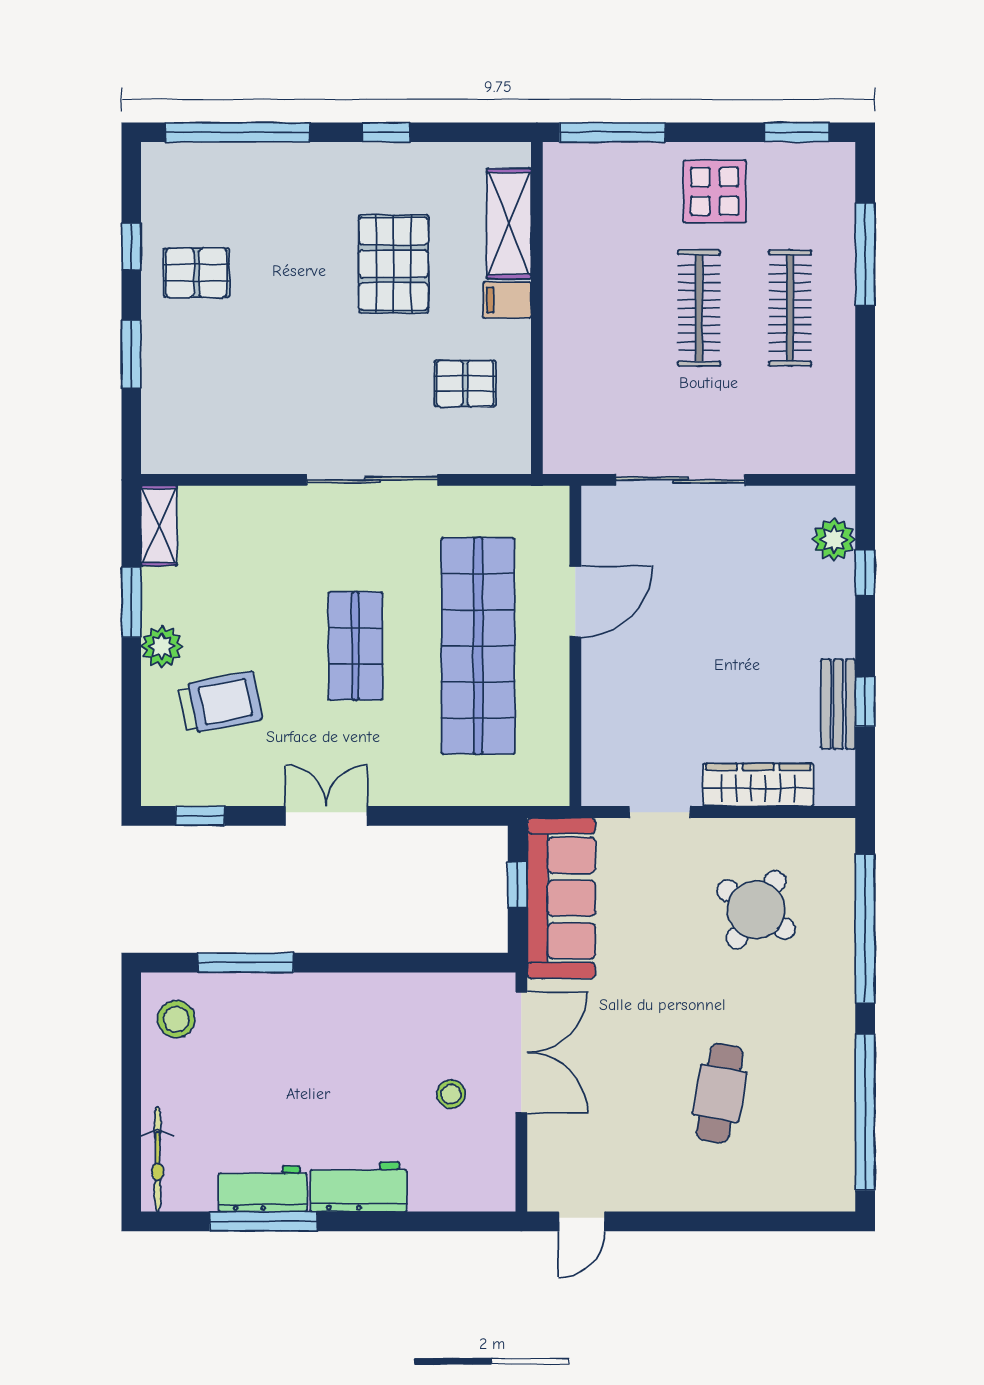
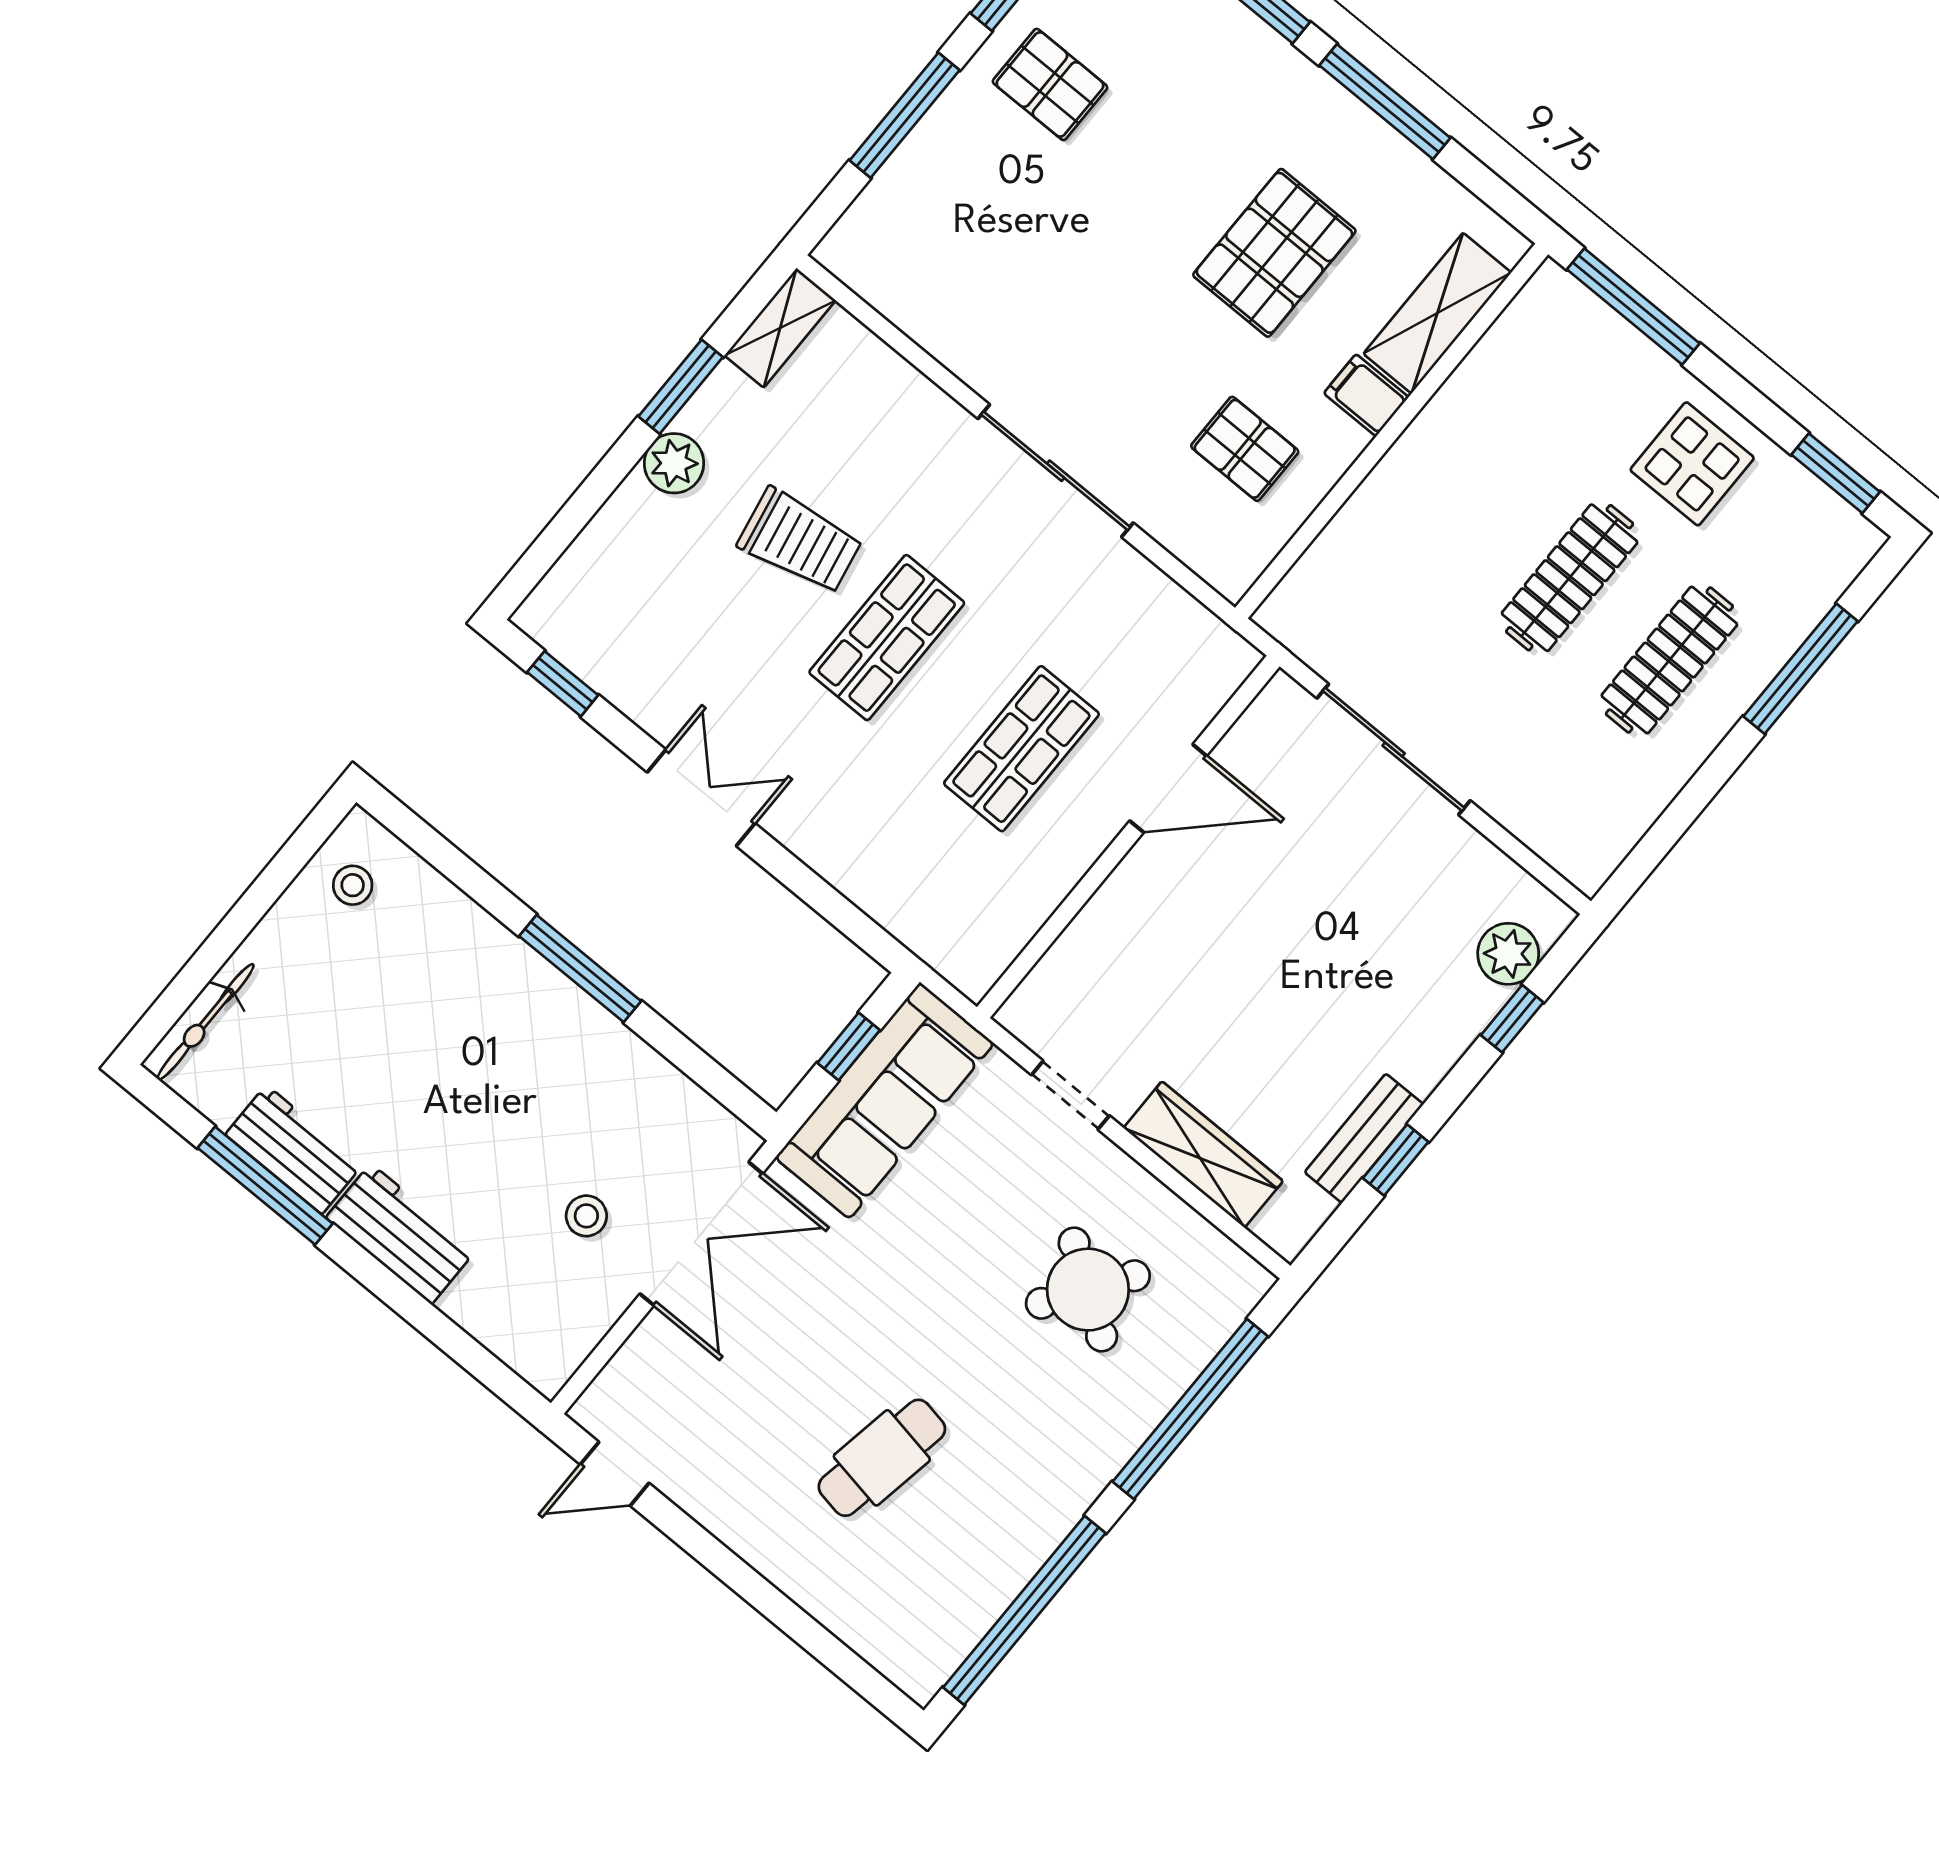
window: (386, 132) -> (1385, 102), width x2.17
window: (131, 354) -> (905, 115), width x1.44
shop shelf: (478, 646) -> (1021, 749), width x0.50, depth x0.74
trolley: (220, 703) -> (800, 541), moved
window: (246, 963) -> (580, 969), moved
stool: (176, 1019) -> (353, 885), width x0.73, depth x0.73

